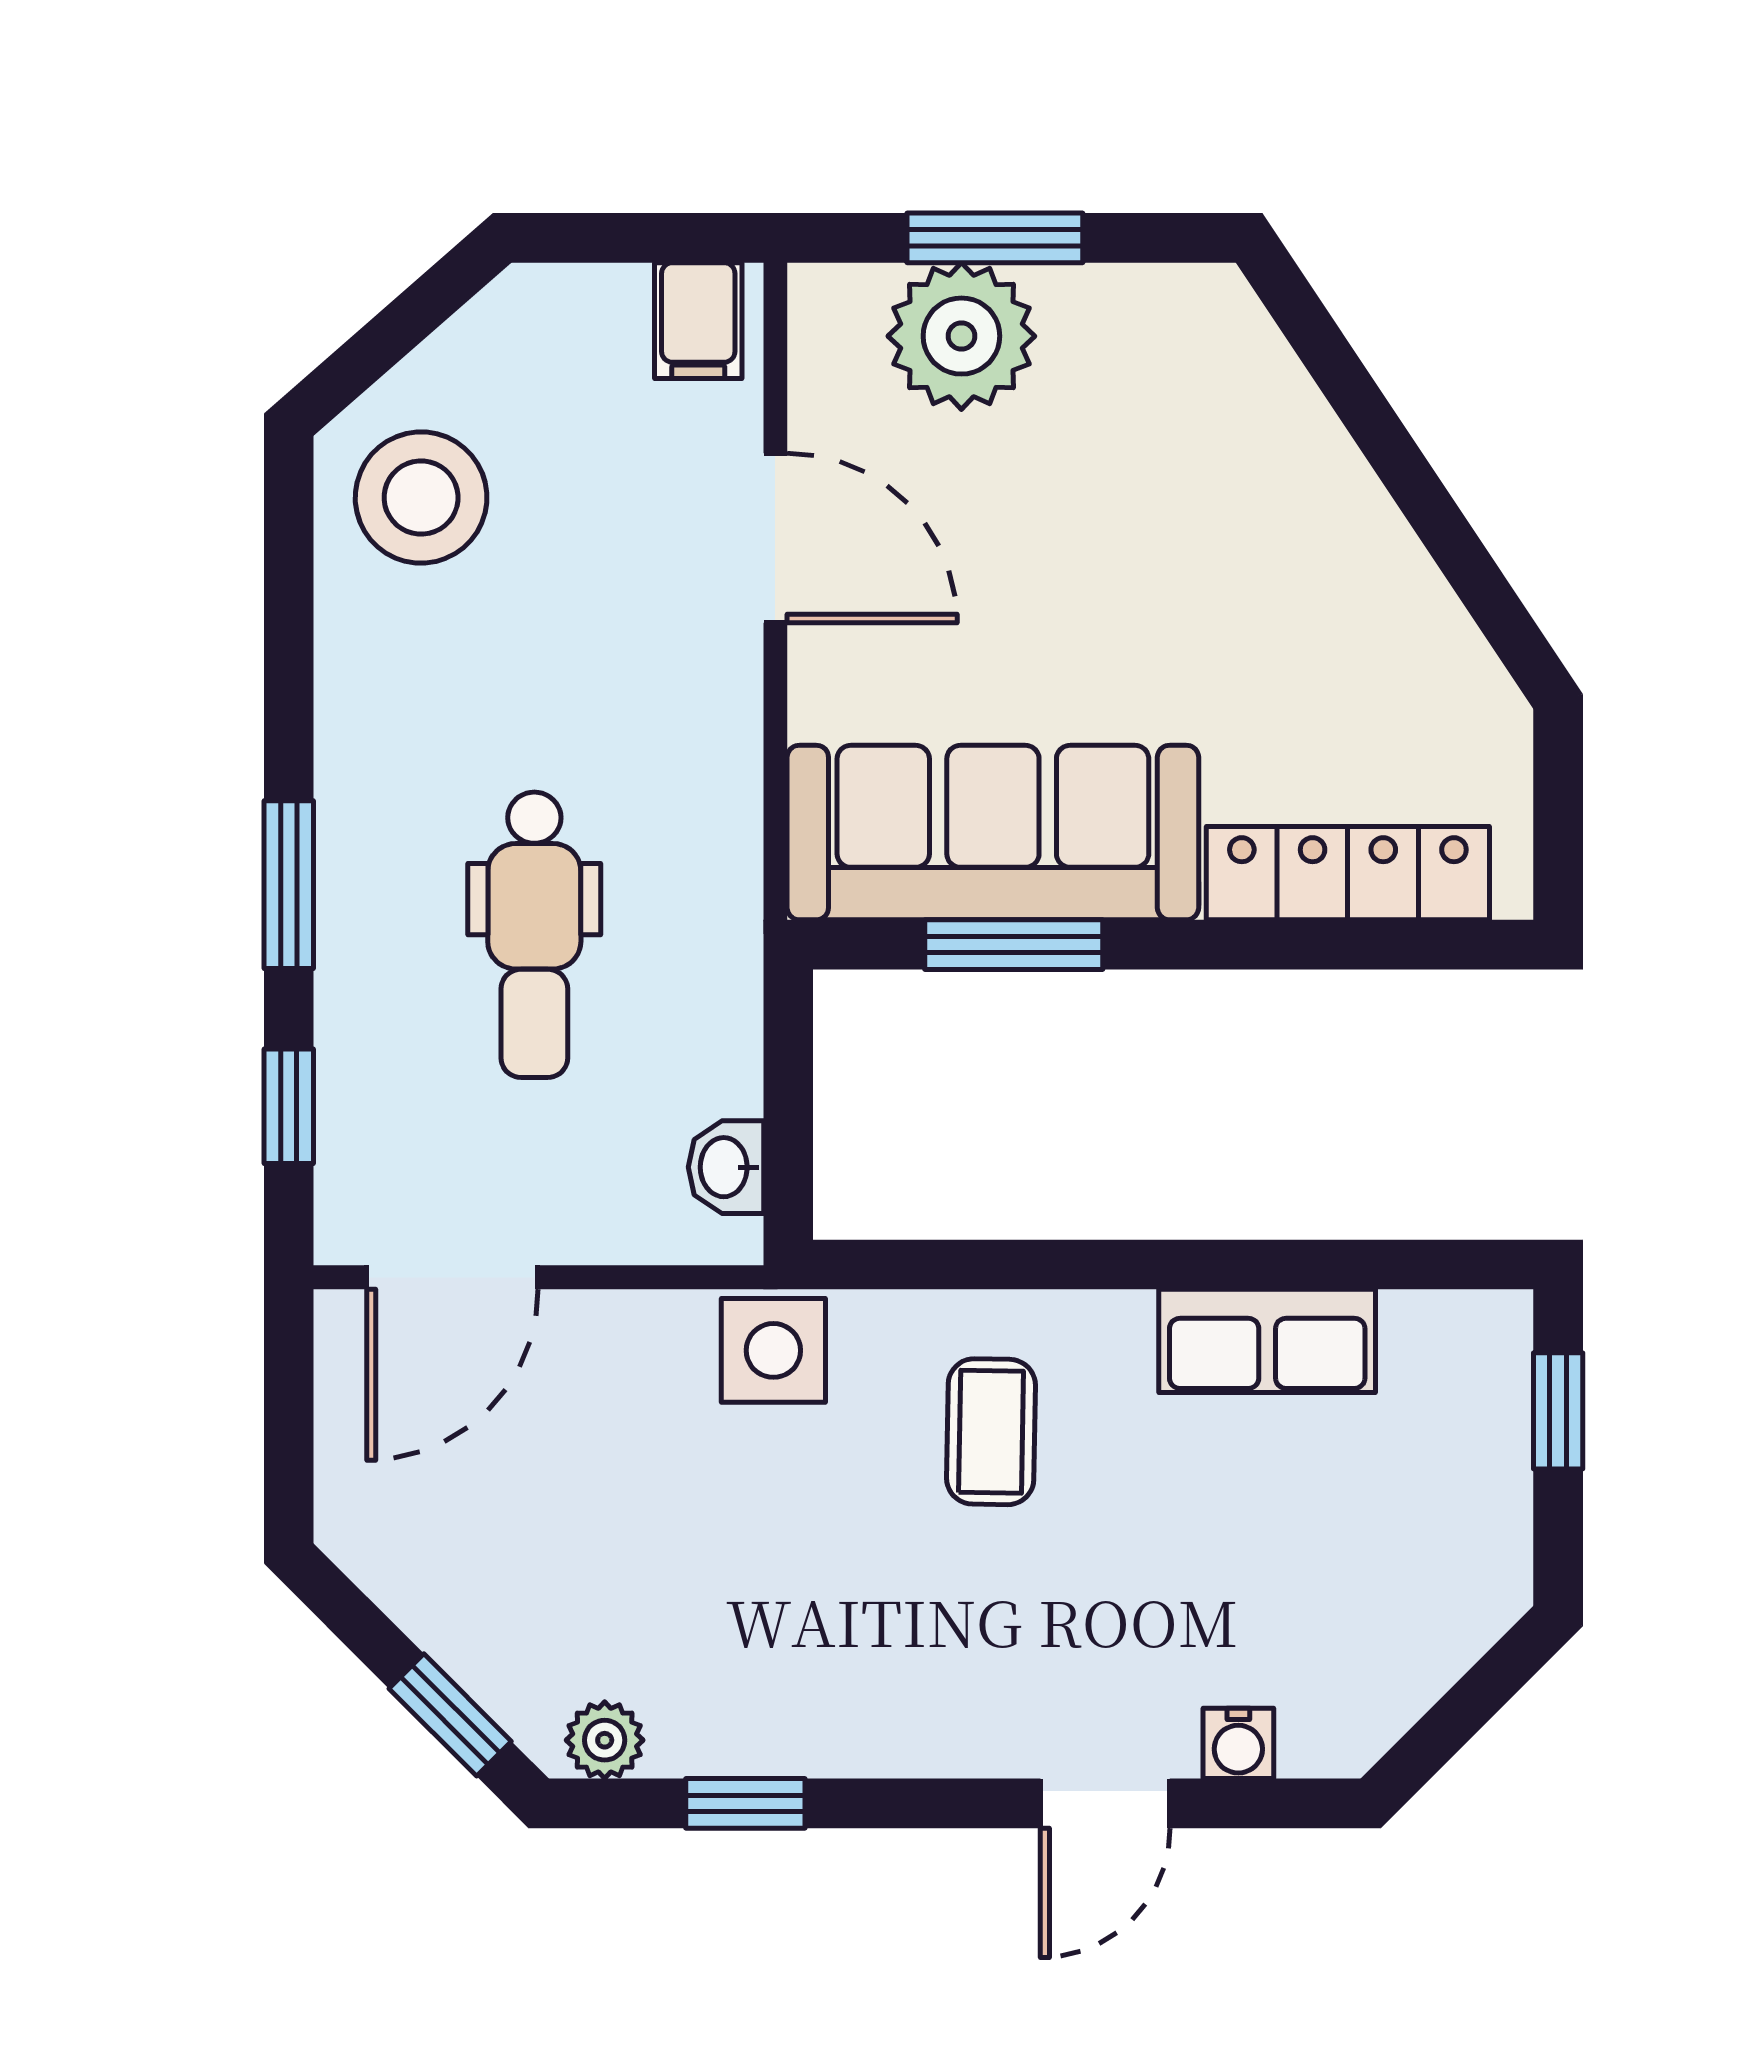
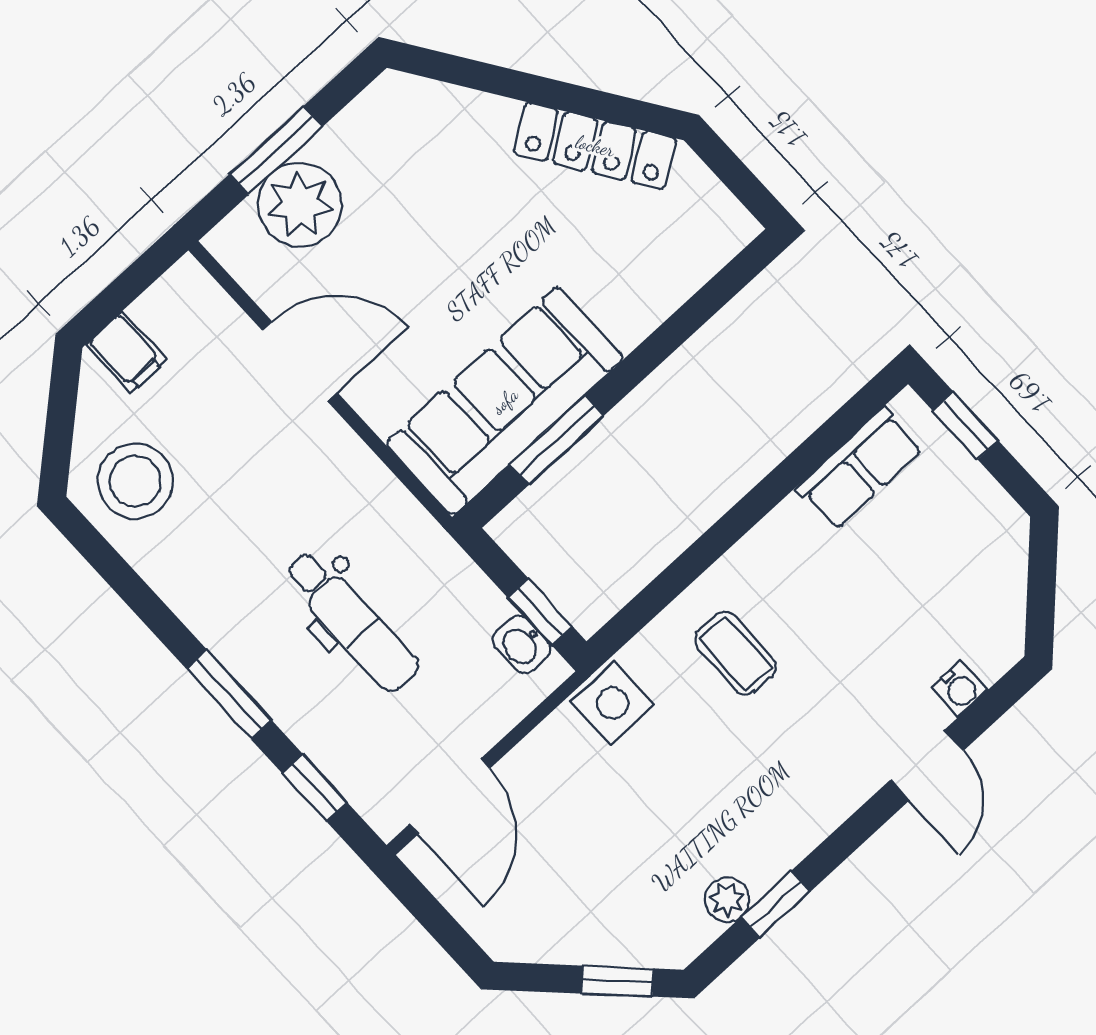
filing cabinet: (698, 321) -> (126, 352), moved
locker: (1348, 873) -> (595, 146), moved, turned -124
window: (788, 1147) -> (540, 612), added
row of seats: (1267, 1341) -> (860, 469), moved
plant: (605, 1740) -> (727, 900), moved

